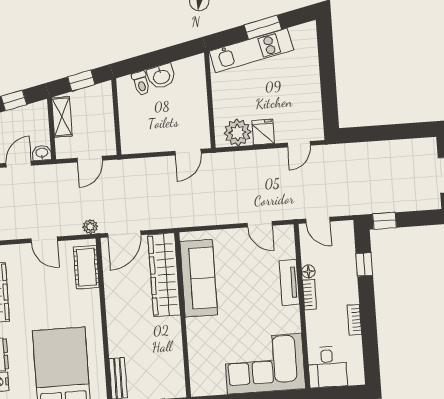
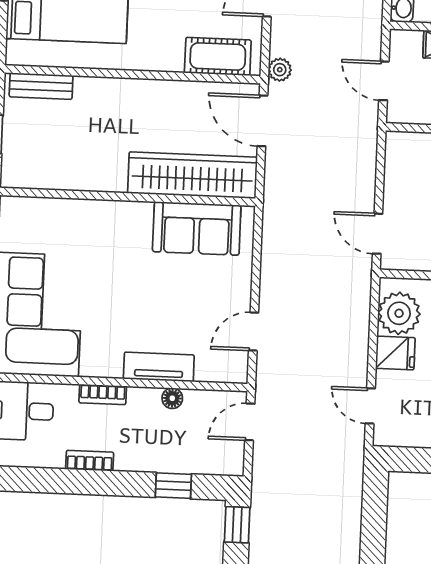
sofa: (199, 278) -> (197, 228), width x0.73
bookcase: (309, 295) -> (103, 394), moved

